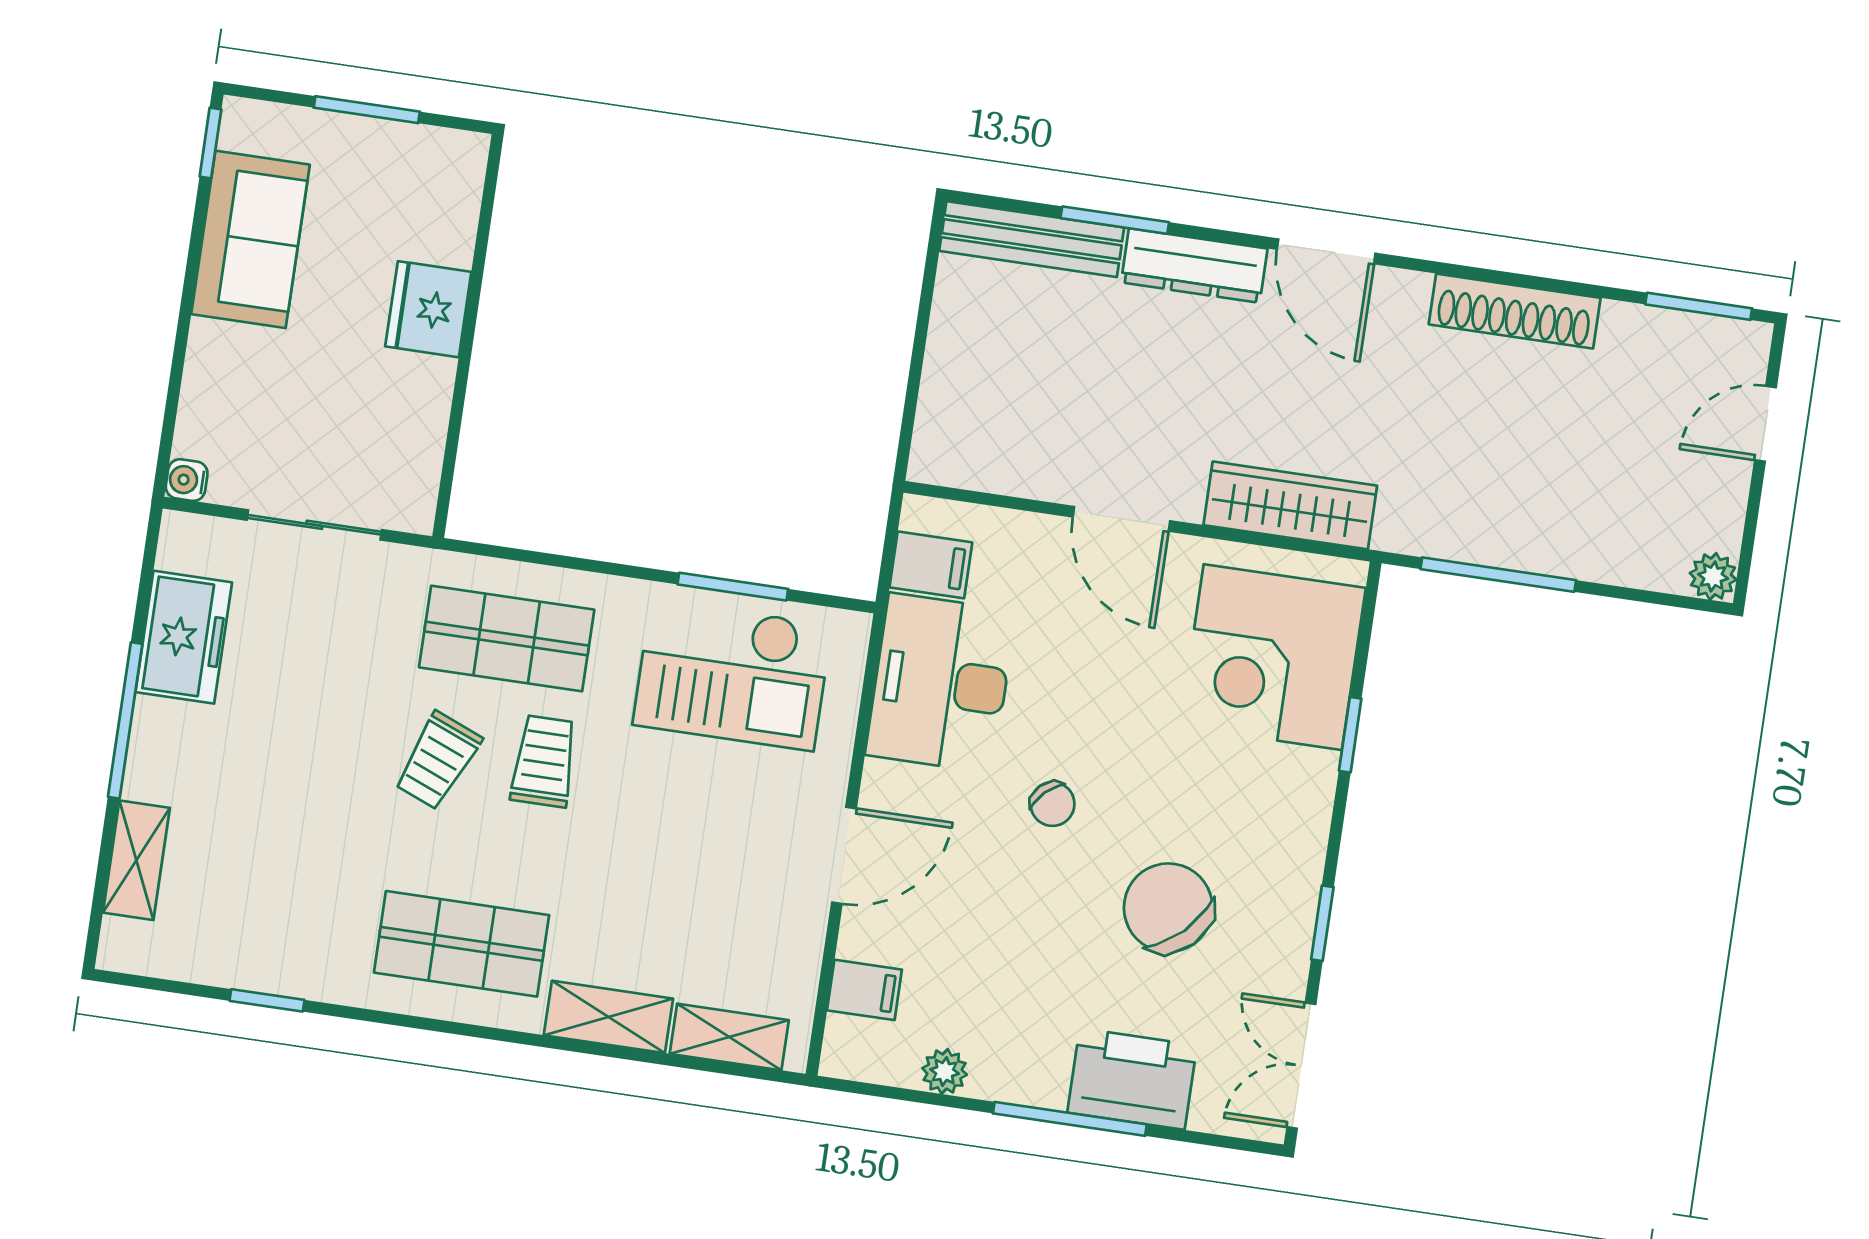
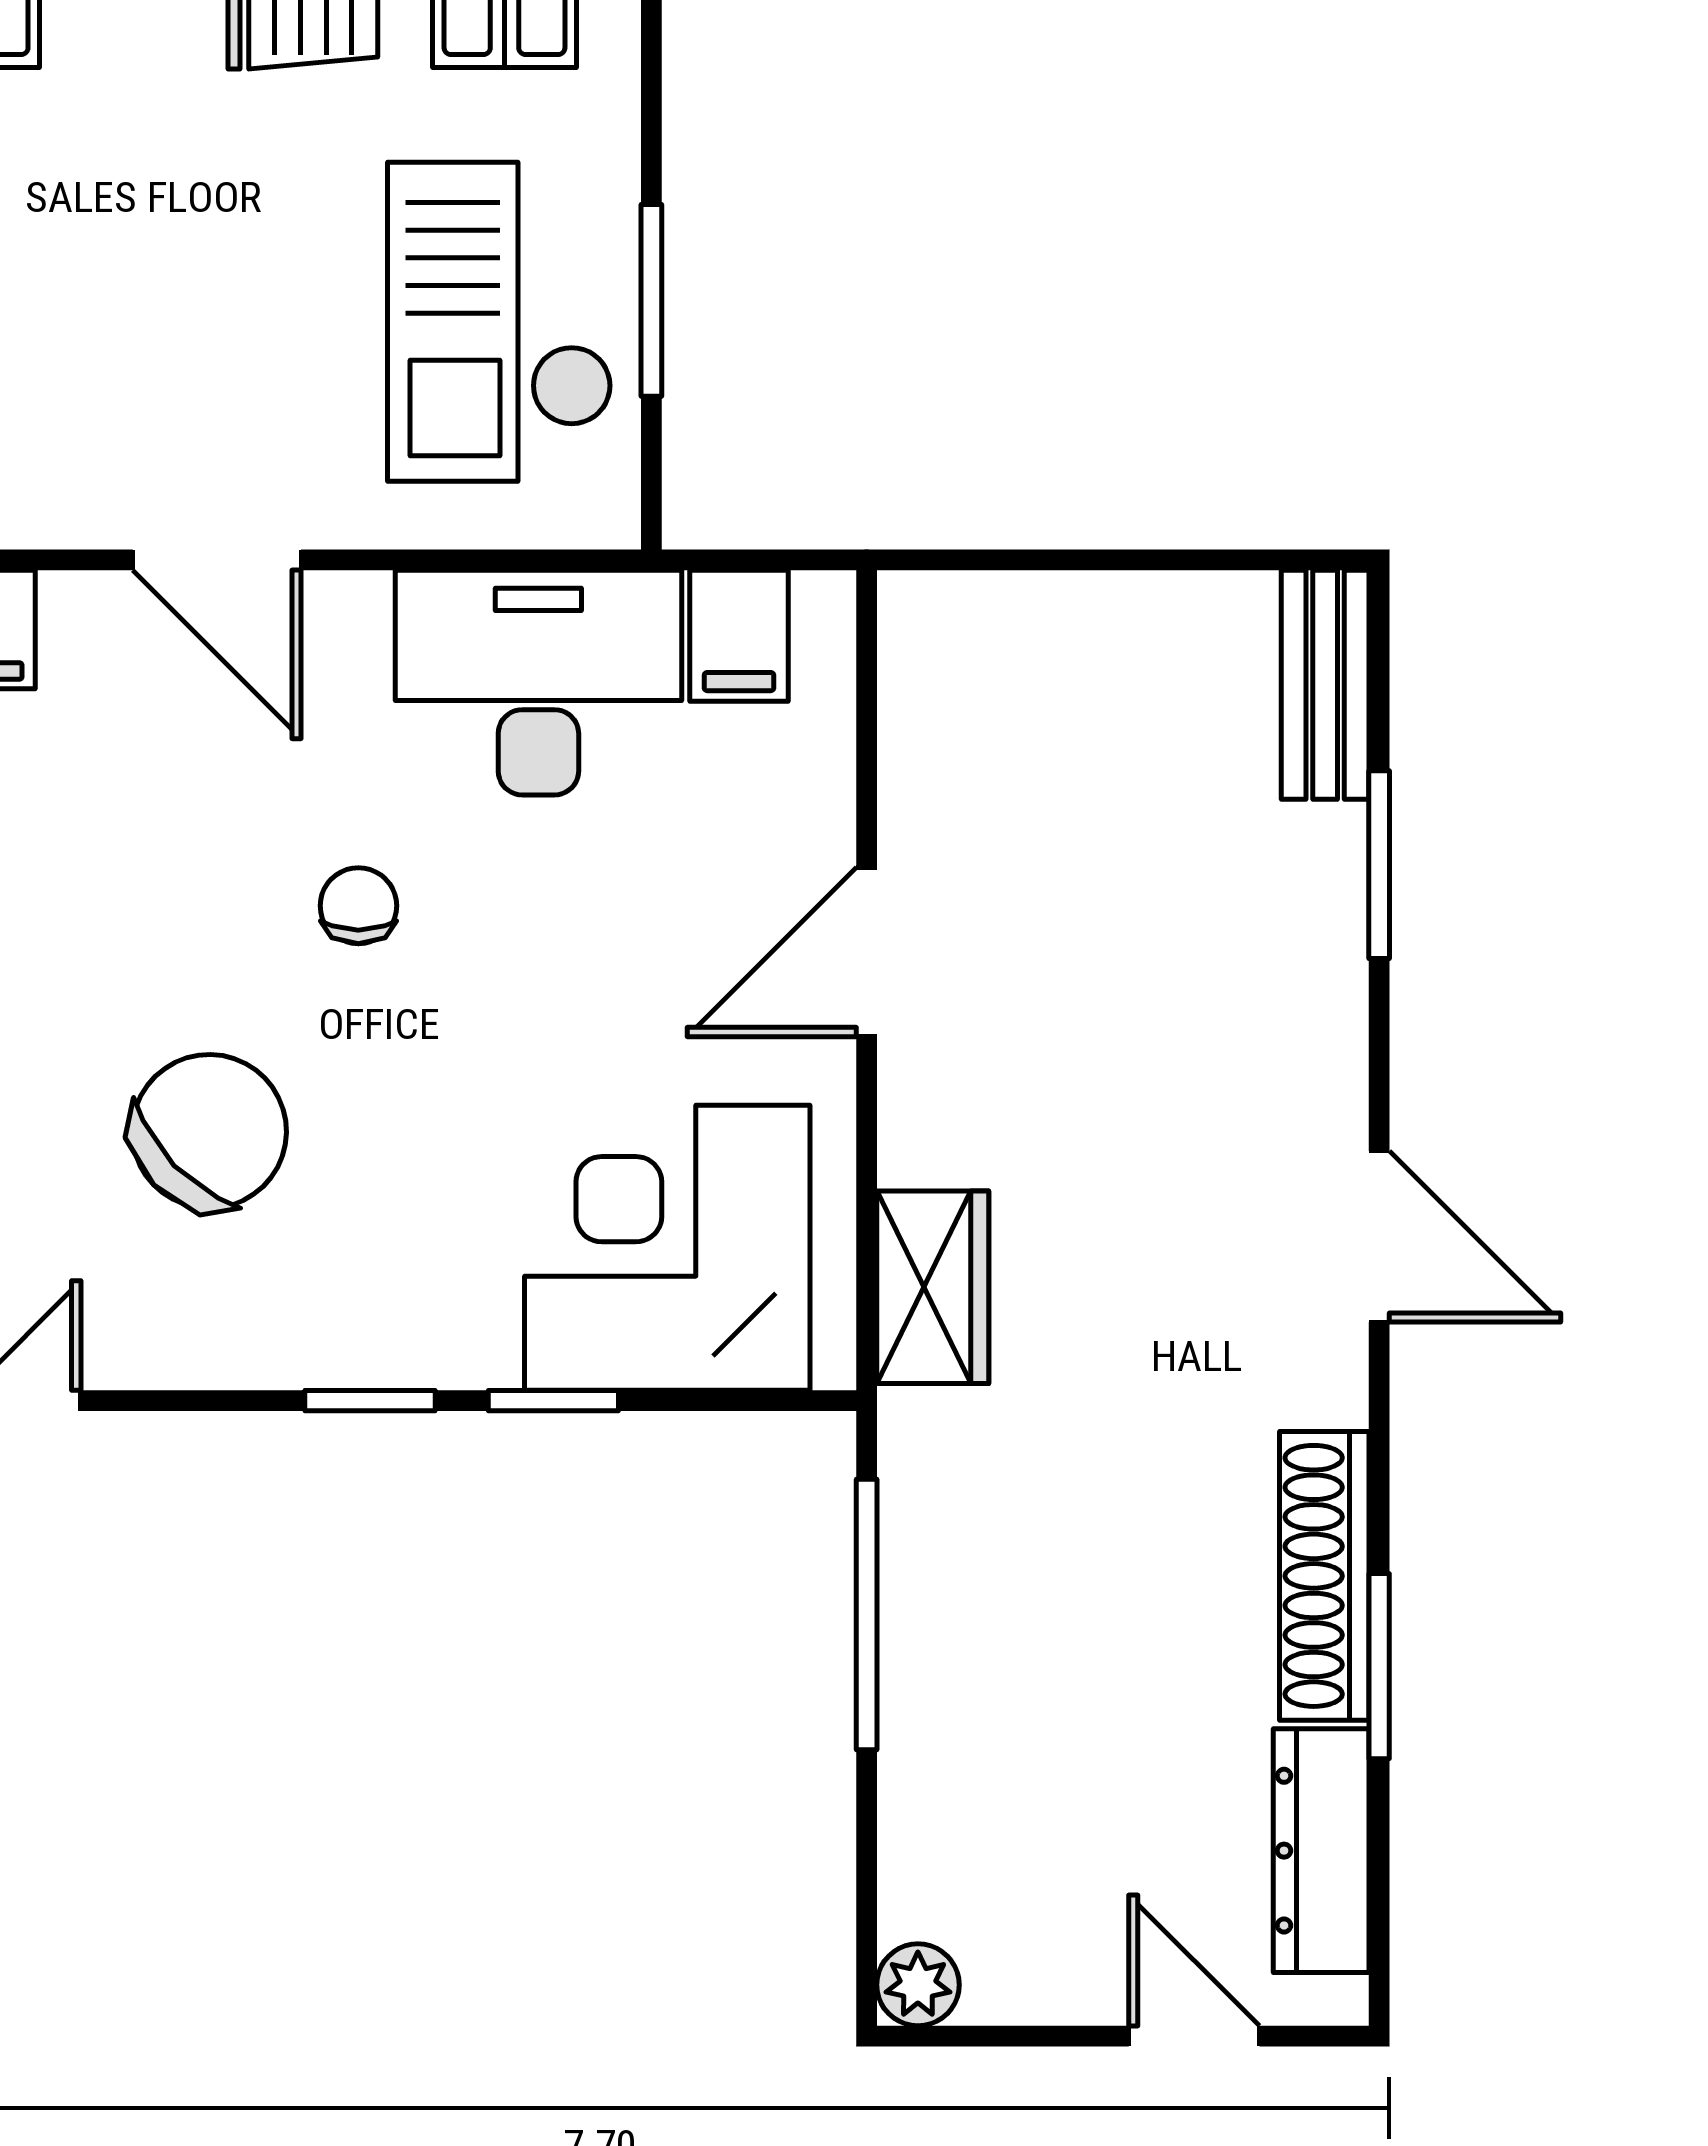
bench: (1032, 239) -> (1325, 685), width x0.73
door: (1326, 251) -> (1379, 1236), swing flipped
dresser: (1194, 266) -> (1321, 1851), moved
window: (1699, 306) -> (1379, 1666), moved
wardrobe: (1290, 505) -> (933, 1287), width x0.67
chair: (1052, 804) -> (358, 906), turned 134
window: (1322, 923) -> (370, 1401), moved

